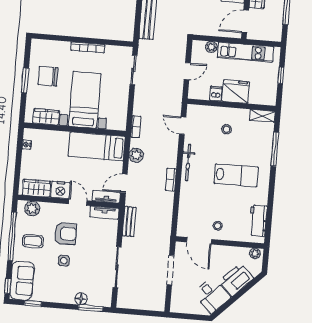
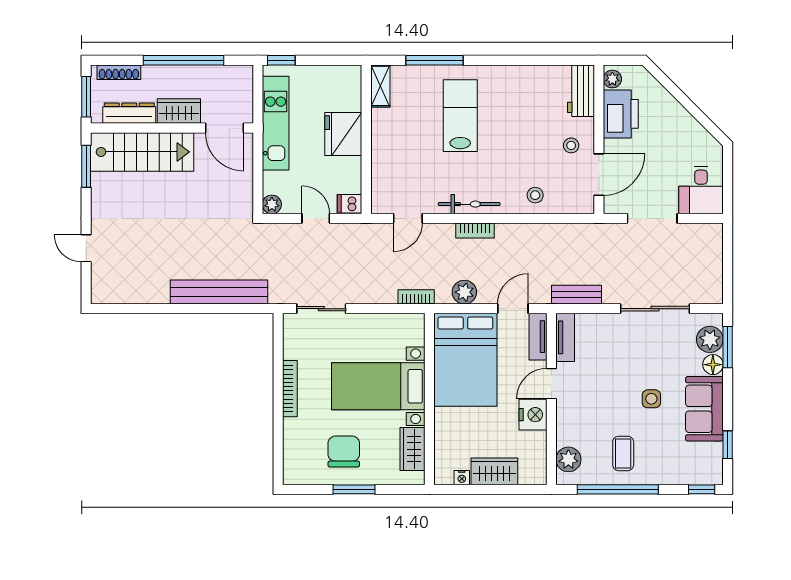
plant: (211, 47) -> (272, 204), moved
window: (281, 75) -> (281, 60), moved
chair: (48, 76) -> (344, 452), turned 180
dishwasher: (216, 94) -> (350, 204), moved
stool: (226, 129) -> (535, 195), moved
bed: (97, 146) -> (465, 360), width x1.50
lab bench: (236, 175) -> (460, 116), moved
bookcase: (171, 180) -> (475, 230), moved
door: (124, 183) -> (513, 309), swing flipped
wardrobe: (36, 188) -> (494, 471), moved, turned 90
workbench: (258, 221) -> (581, 91), moved, turned 90
armchair: (65, 234) -> (606, 400), removed
printer: (236, 280) -> (621, 114), moved, turned -135
sofa: (22, 281) -> (704, 409), moved, turned -90
desk: (212, 295) -> (701, 190), moved, turned 135
plant: (96, 298) -> (710, 339), added

